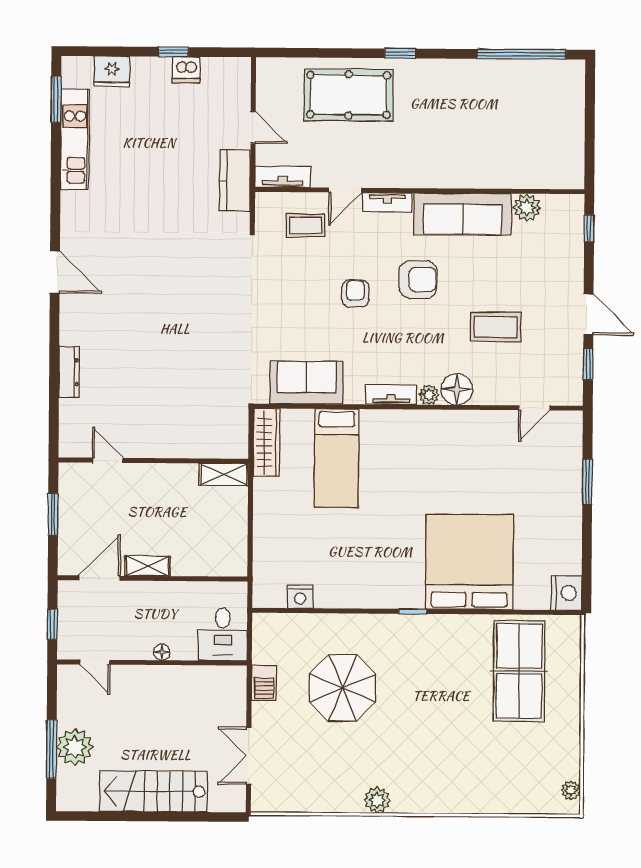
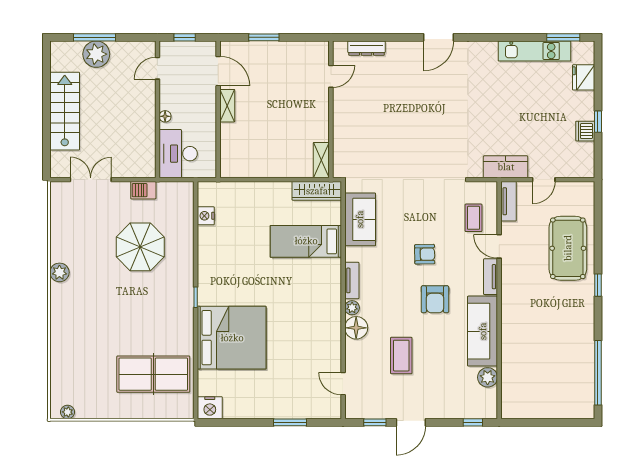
door: (108, 460) -> (331, 76), moved
wall: (153, 461) -> (331, 109), moved
shelving: (224, 475) -> (321, 160), moved
desk: (223, 634) -> (178, 154), width x1.37

